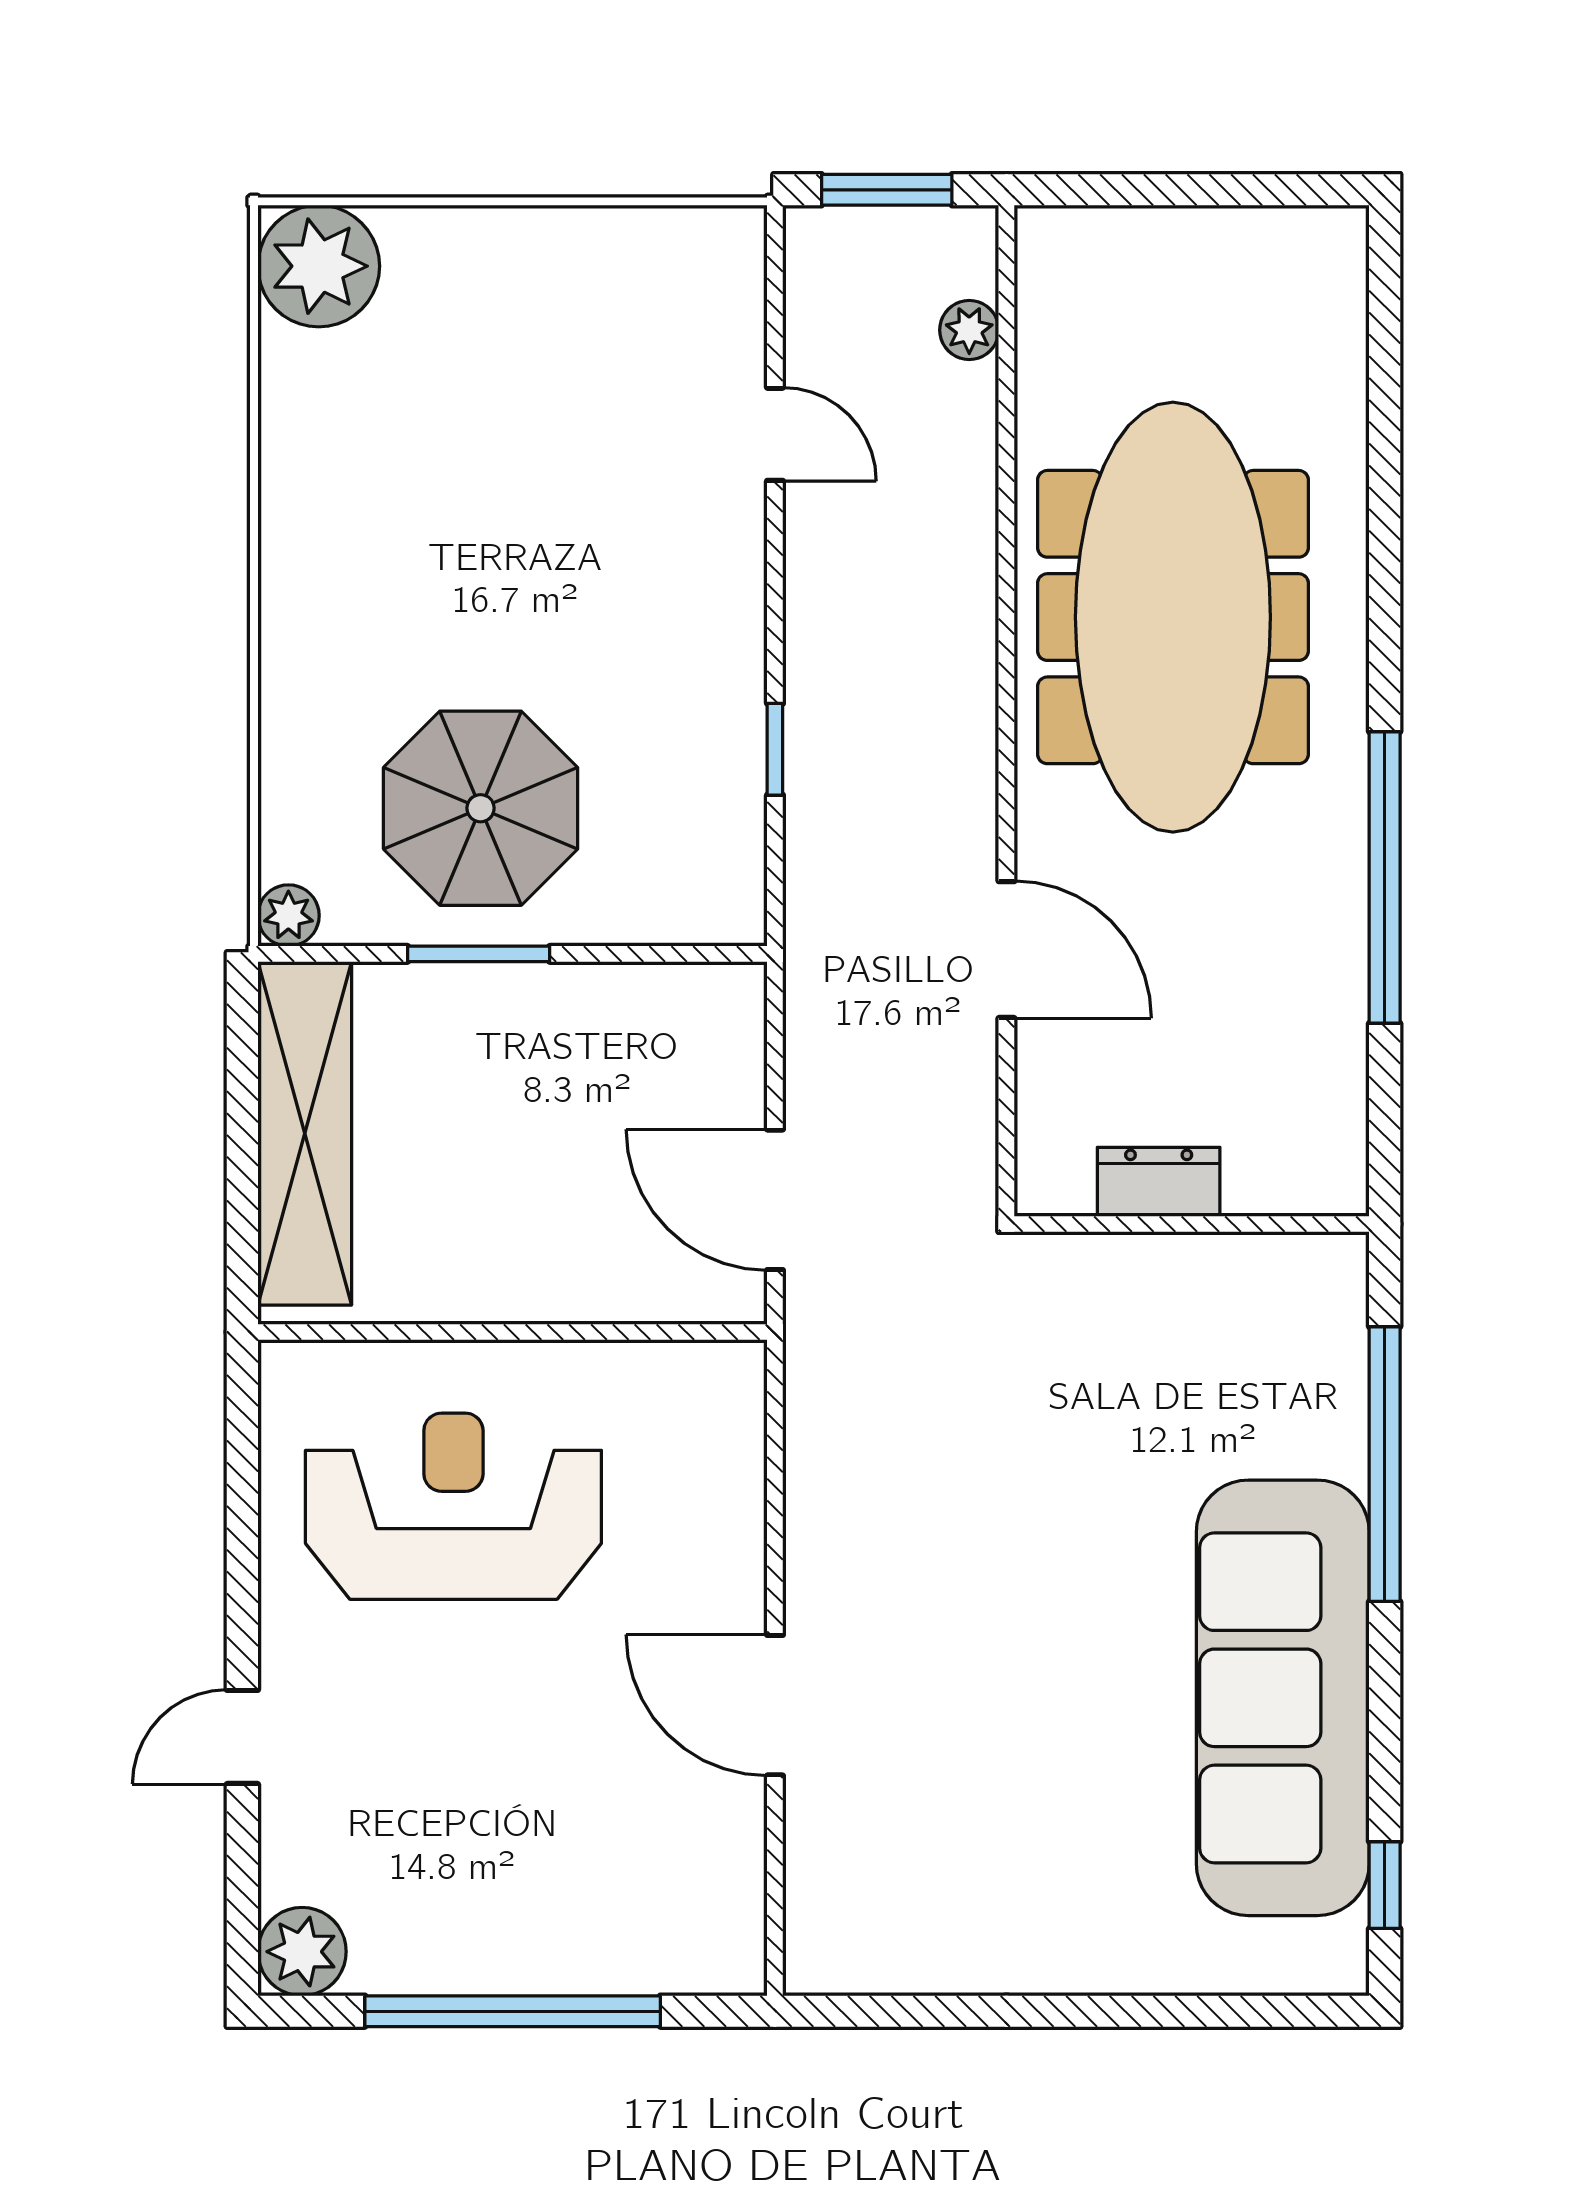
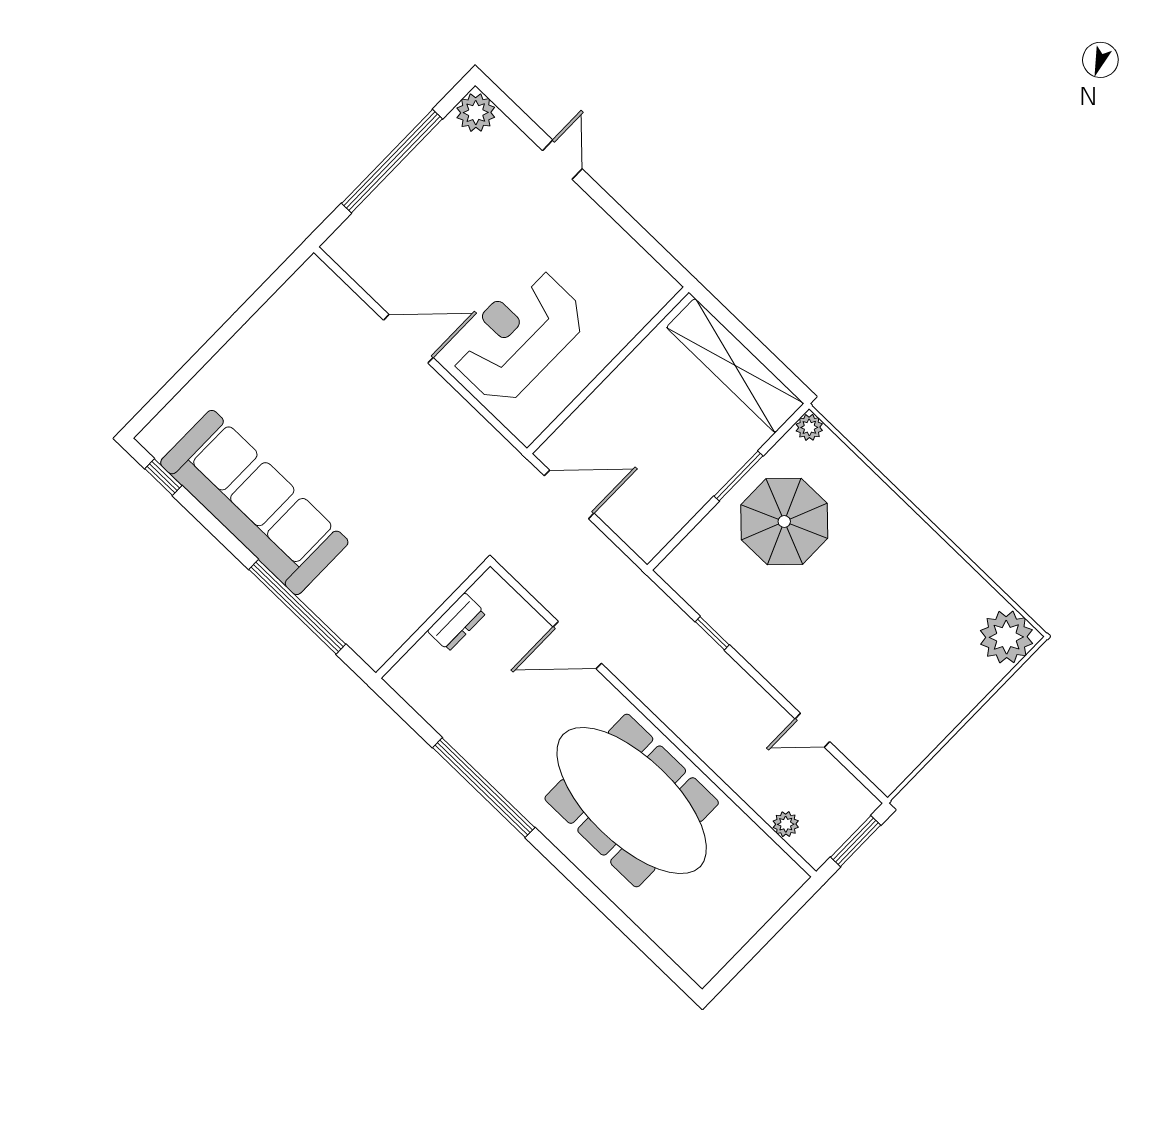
reception desk: (453, 1506) -> (518, 336), moved, turned 180

